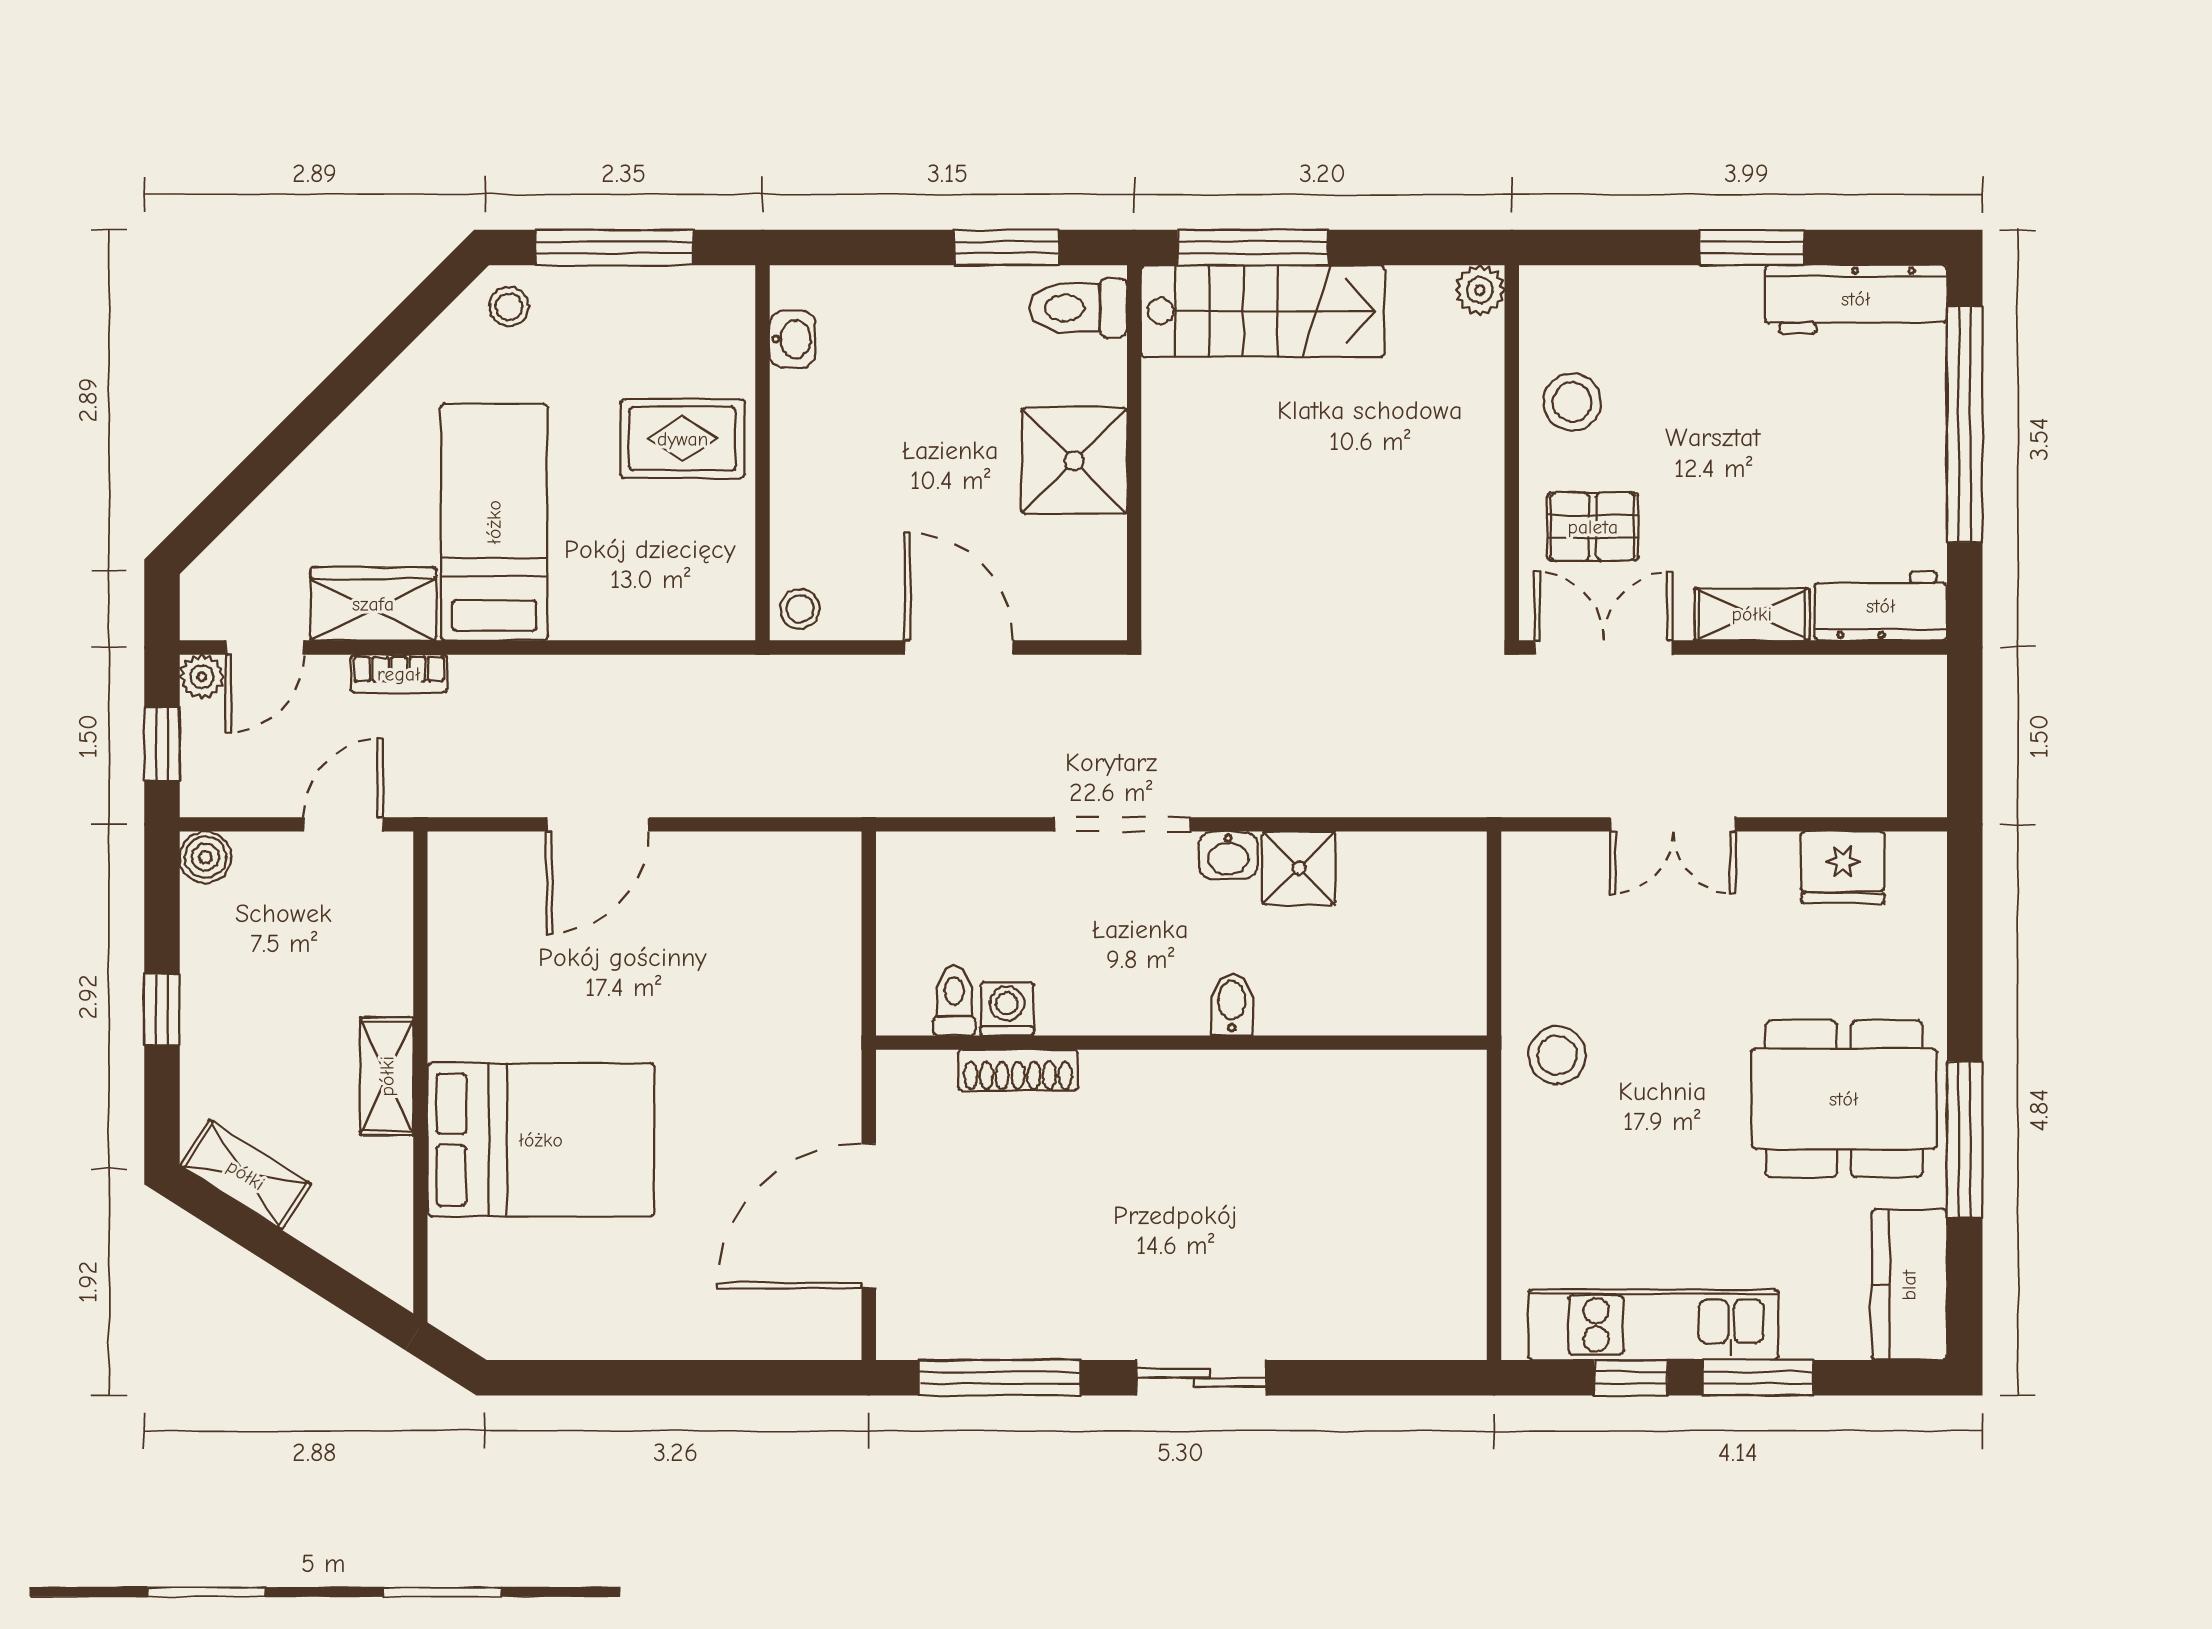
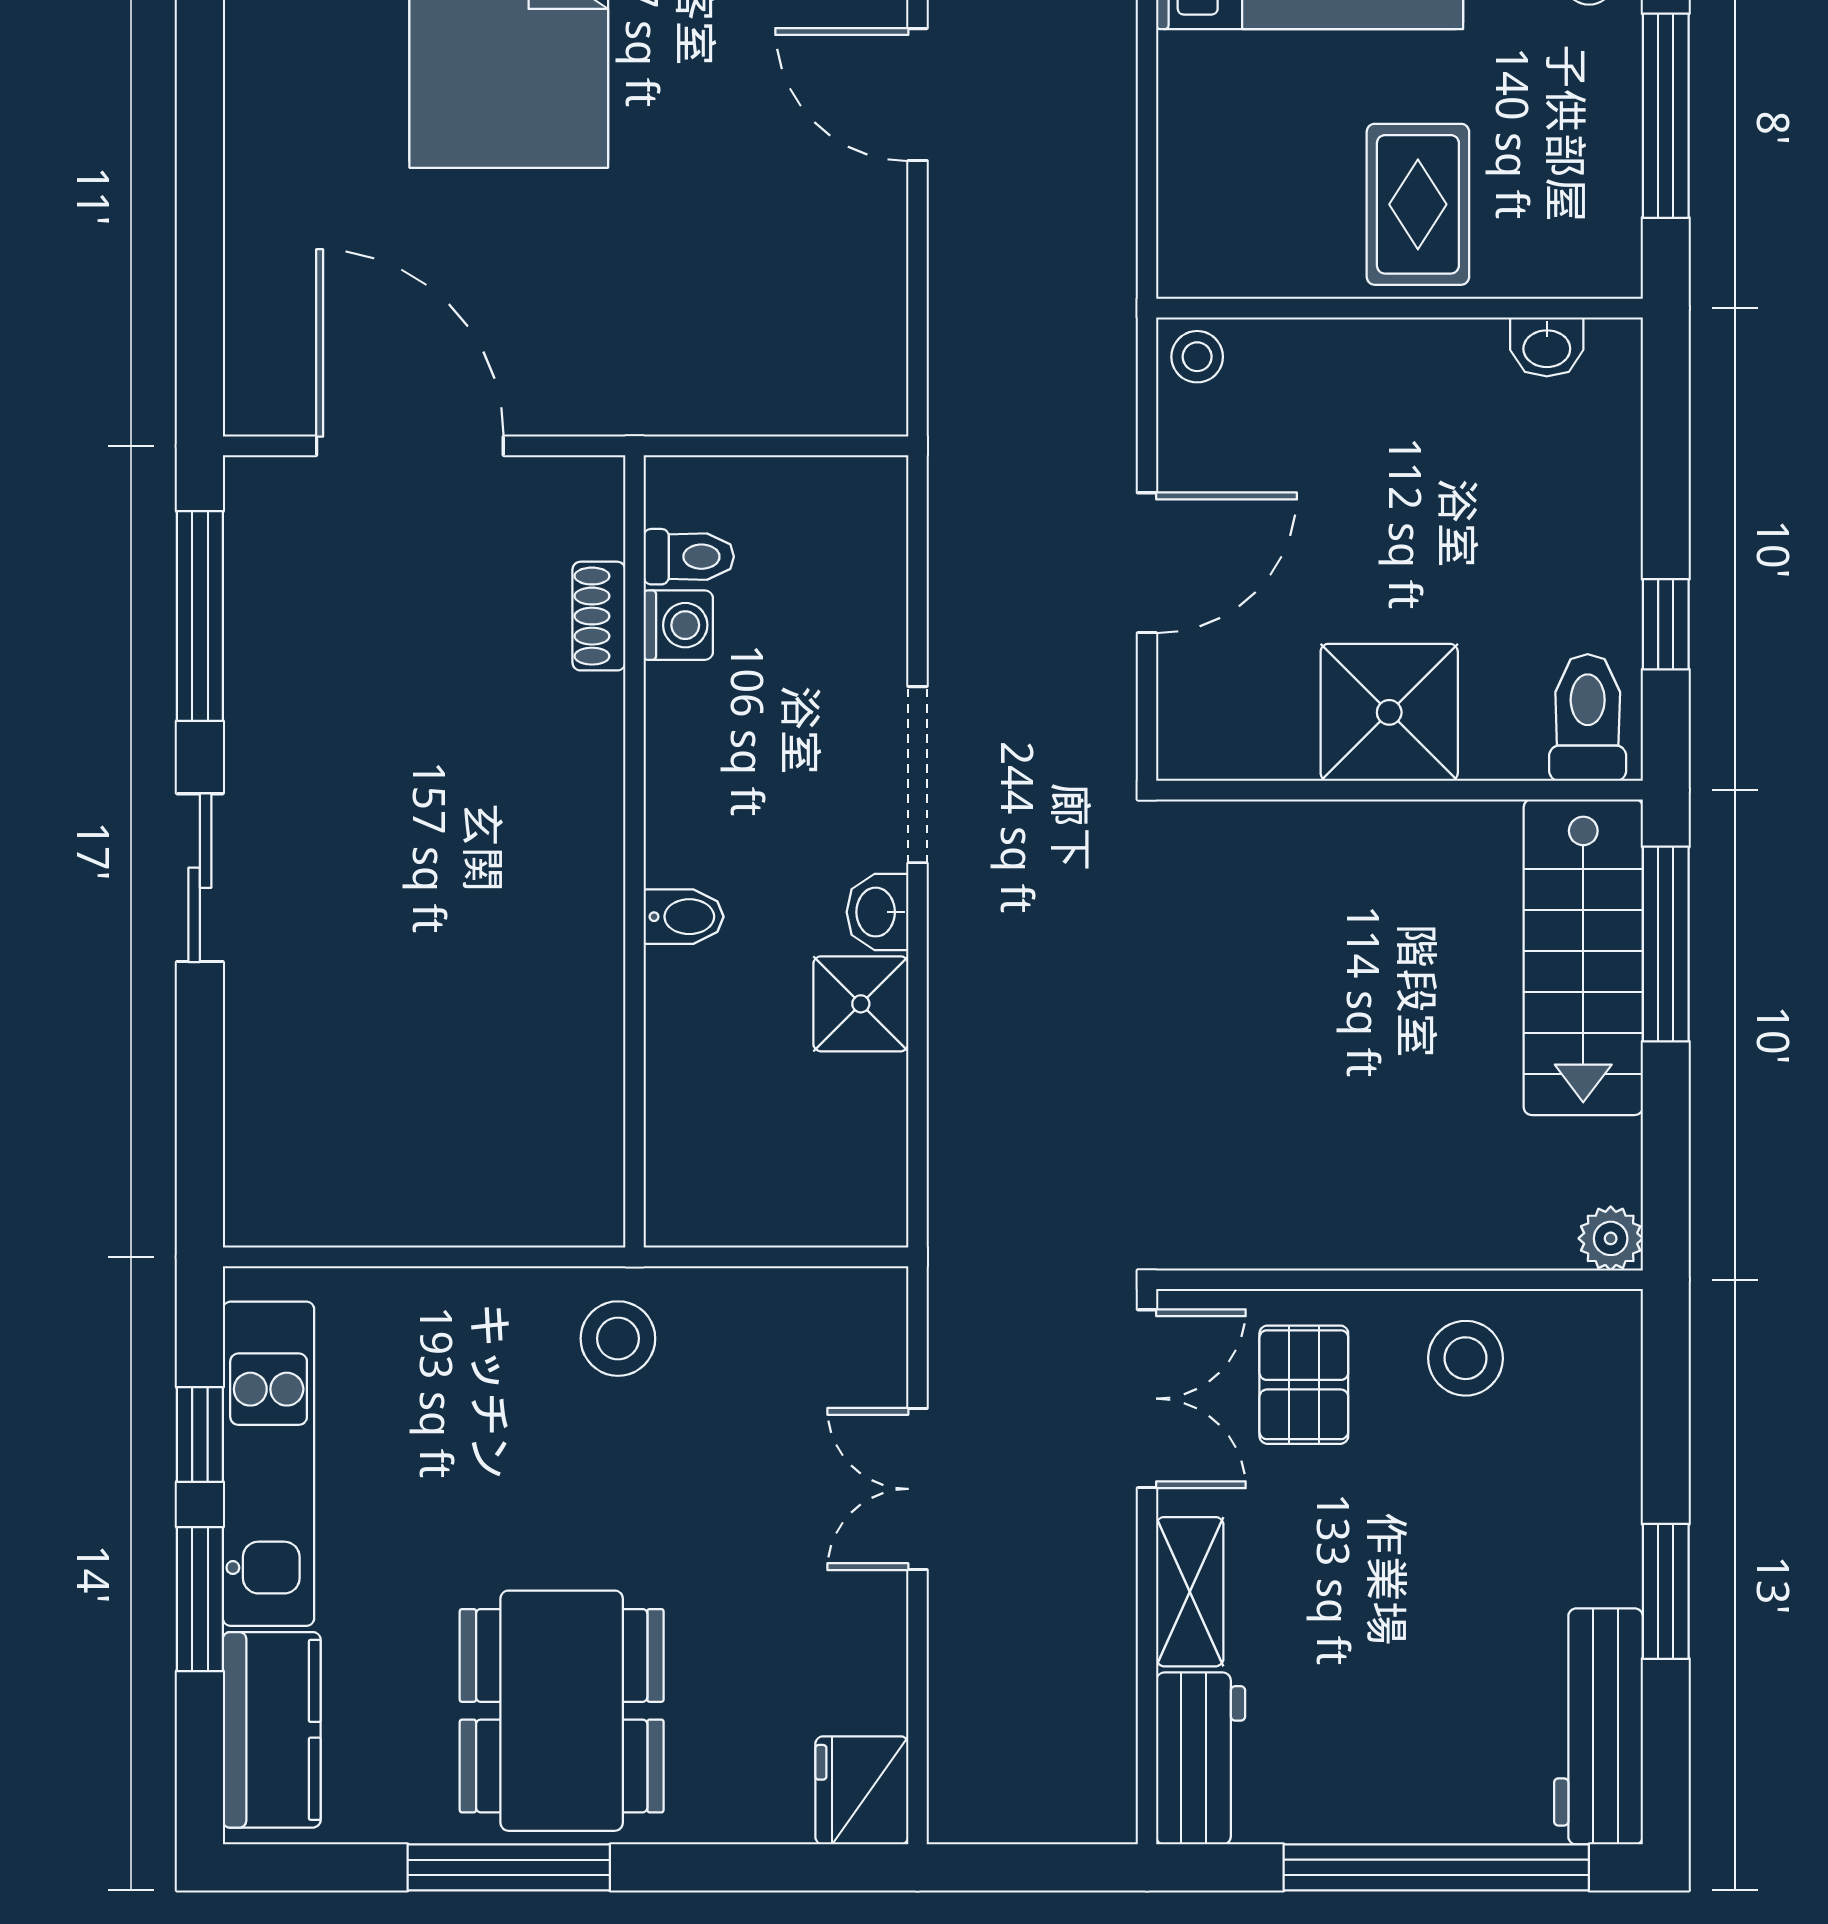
window: (1006, 247) -> (1666, 624), width x0.67
fridge: (1843, 867) -> (862, 1790), moved
shoe rack: (1018, 1070) -> (599, 616), width x0.70
kitchen counter: (1909, 1285) -> (272, 1730), moved, turned 90

